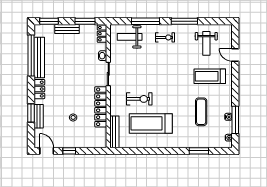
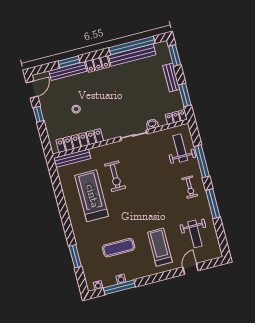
weight bench: (206, 43) -> (195, 234), turned -90
locker: (101, 107) -> (80, 141), moved
bench: (39, 116) -> (68, 71), width x1.36

